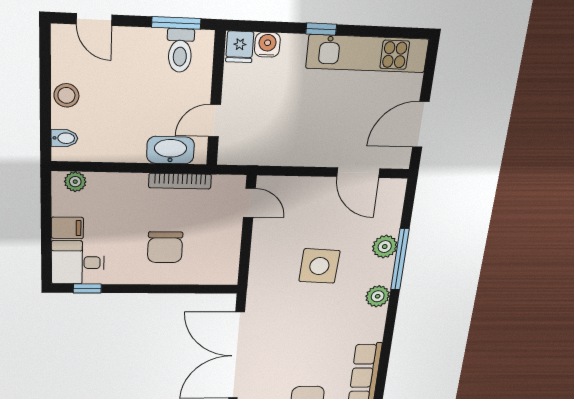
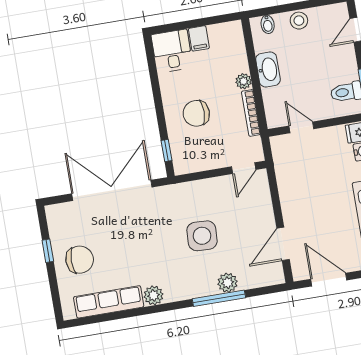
washbasin: (170, 150) -> (268, 69), moved
plant: (75, 182) -> (244, 81), moved
window: (87, 288) -> (166, 150), moved
plant: (378, 296) -> (154, 295), moved

